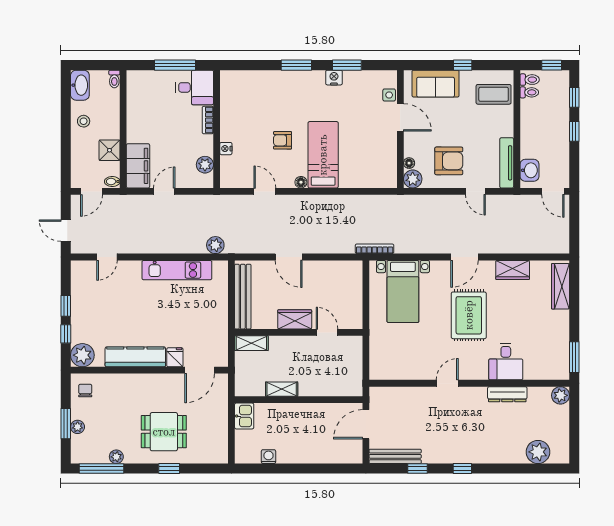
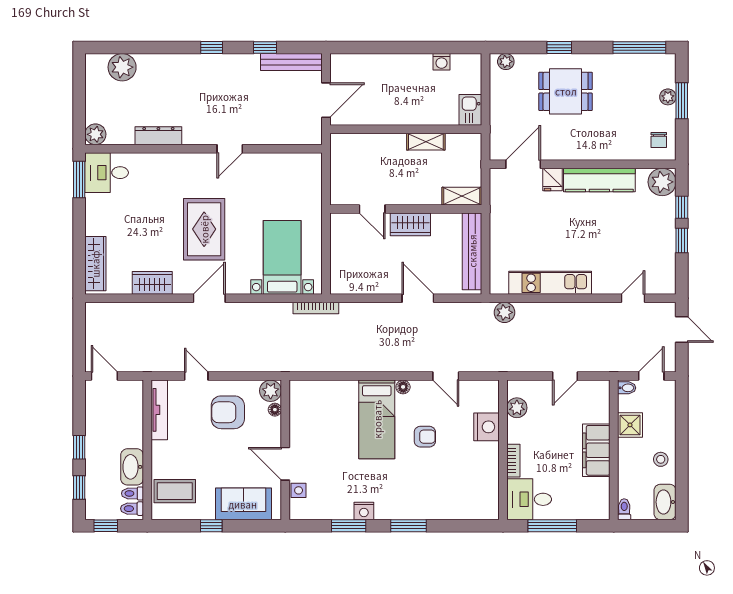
nightstand: (226, 149) -> (486, 427), width x1.89, depth x1.79
filing cabinet: (138, 166) -> (596, 450), moved
washbasin: (530, 170) -> (132, 467), moved, width x1.38
desk: (506, 362) -> (107, 173), moved, turned -90
plant: (116, 457) -> (506, 62), moved

